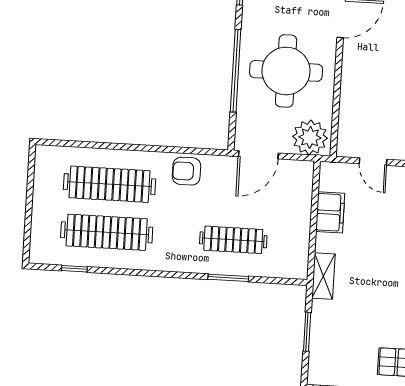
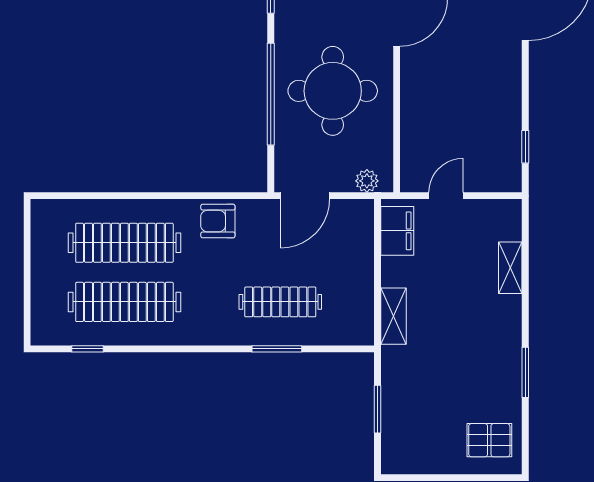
plant: (310, 137) -> (367, 181), width x0.53, depth x0.53
door: (373, 162) -> (446, 196), swing flipped
filing cabinet: (330, 212) -> (397, 231), moved
shelving: (323, 276) -> (393, 316), moved

